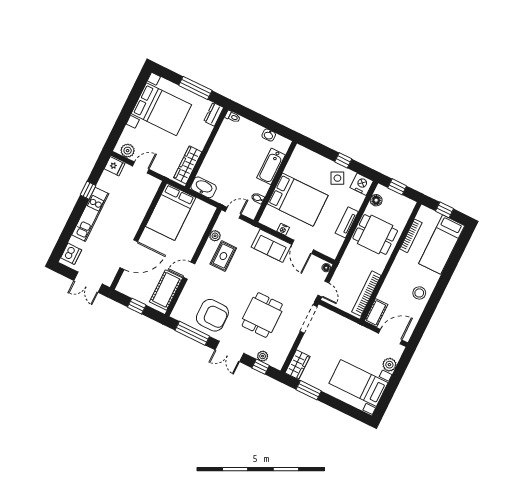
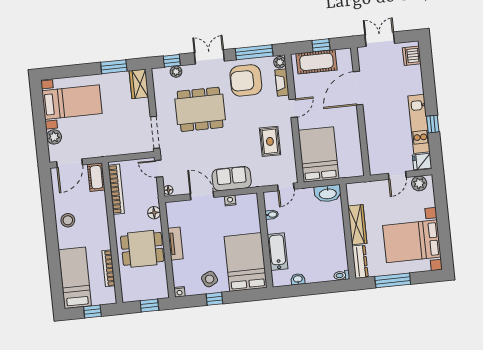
dresser: (214, 114) -> (360, 262), width x1.44
wardrobe: (188, 165) -> (357, 225), moved
nightstand: (362, 184) -> (179, 292), width x0.53, depth x0.56
bed: (298, 200) -> (246, 262), moved, turned 90
floor lamp: (376, 200) -> (154, 213), moved
bed: (171, 212) -> (319, 154), moved
kitchen unit: (90, 214) -> (419, 124), moved
plant: (215, 236) -> (280, 62), moved
cot: (166, 290) -> (316, 62), moved, turned 90
fireplace: (185, 296) -> (282, 83), added
dining table: (262, 315) -> (200, 109), width x1.37

